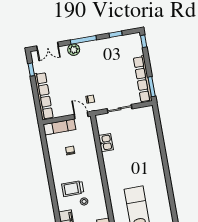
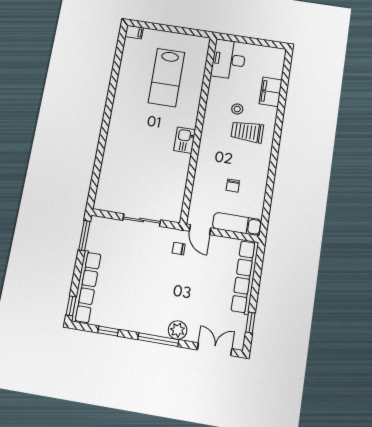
row of seats: (143, 79) -> (86, 287), moved
kitchen sink: (106, 143) -> (185, 140), moved
trolley: (73, 189) -> (247, 132), turned 180

